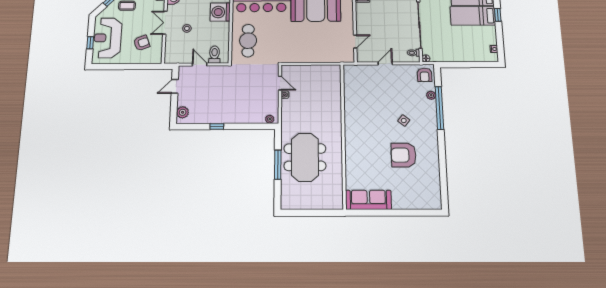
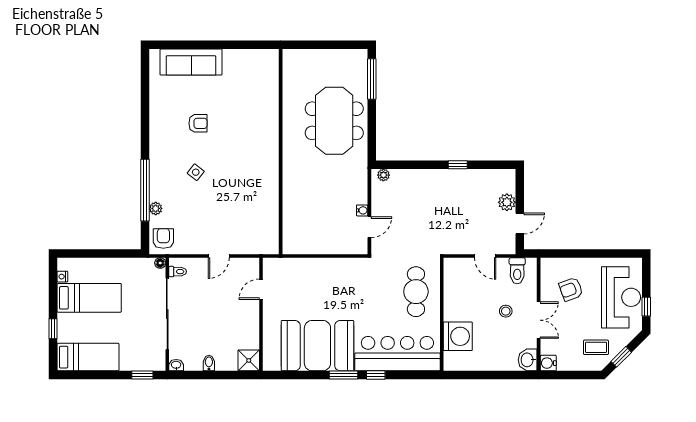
bed: (473, 16) -> (89, 298), moved
window: (90, 43) -> (646, 307), moved
toilet: (215, 55) -> (517, 271), moved
door: (280, 83) -> (369, 227), swing flipped
plant: (183, 112) -> (507, 202), moved
armchair: (404, 155) -> (198, 123), width x0.53, depth x0.53
window: (278, 165) -> (372, 79), moved
sofa: (368, 200) -> (191, 62), moved

